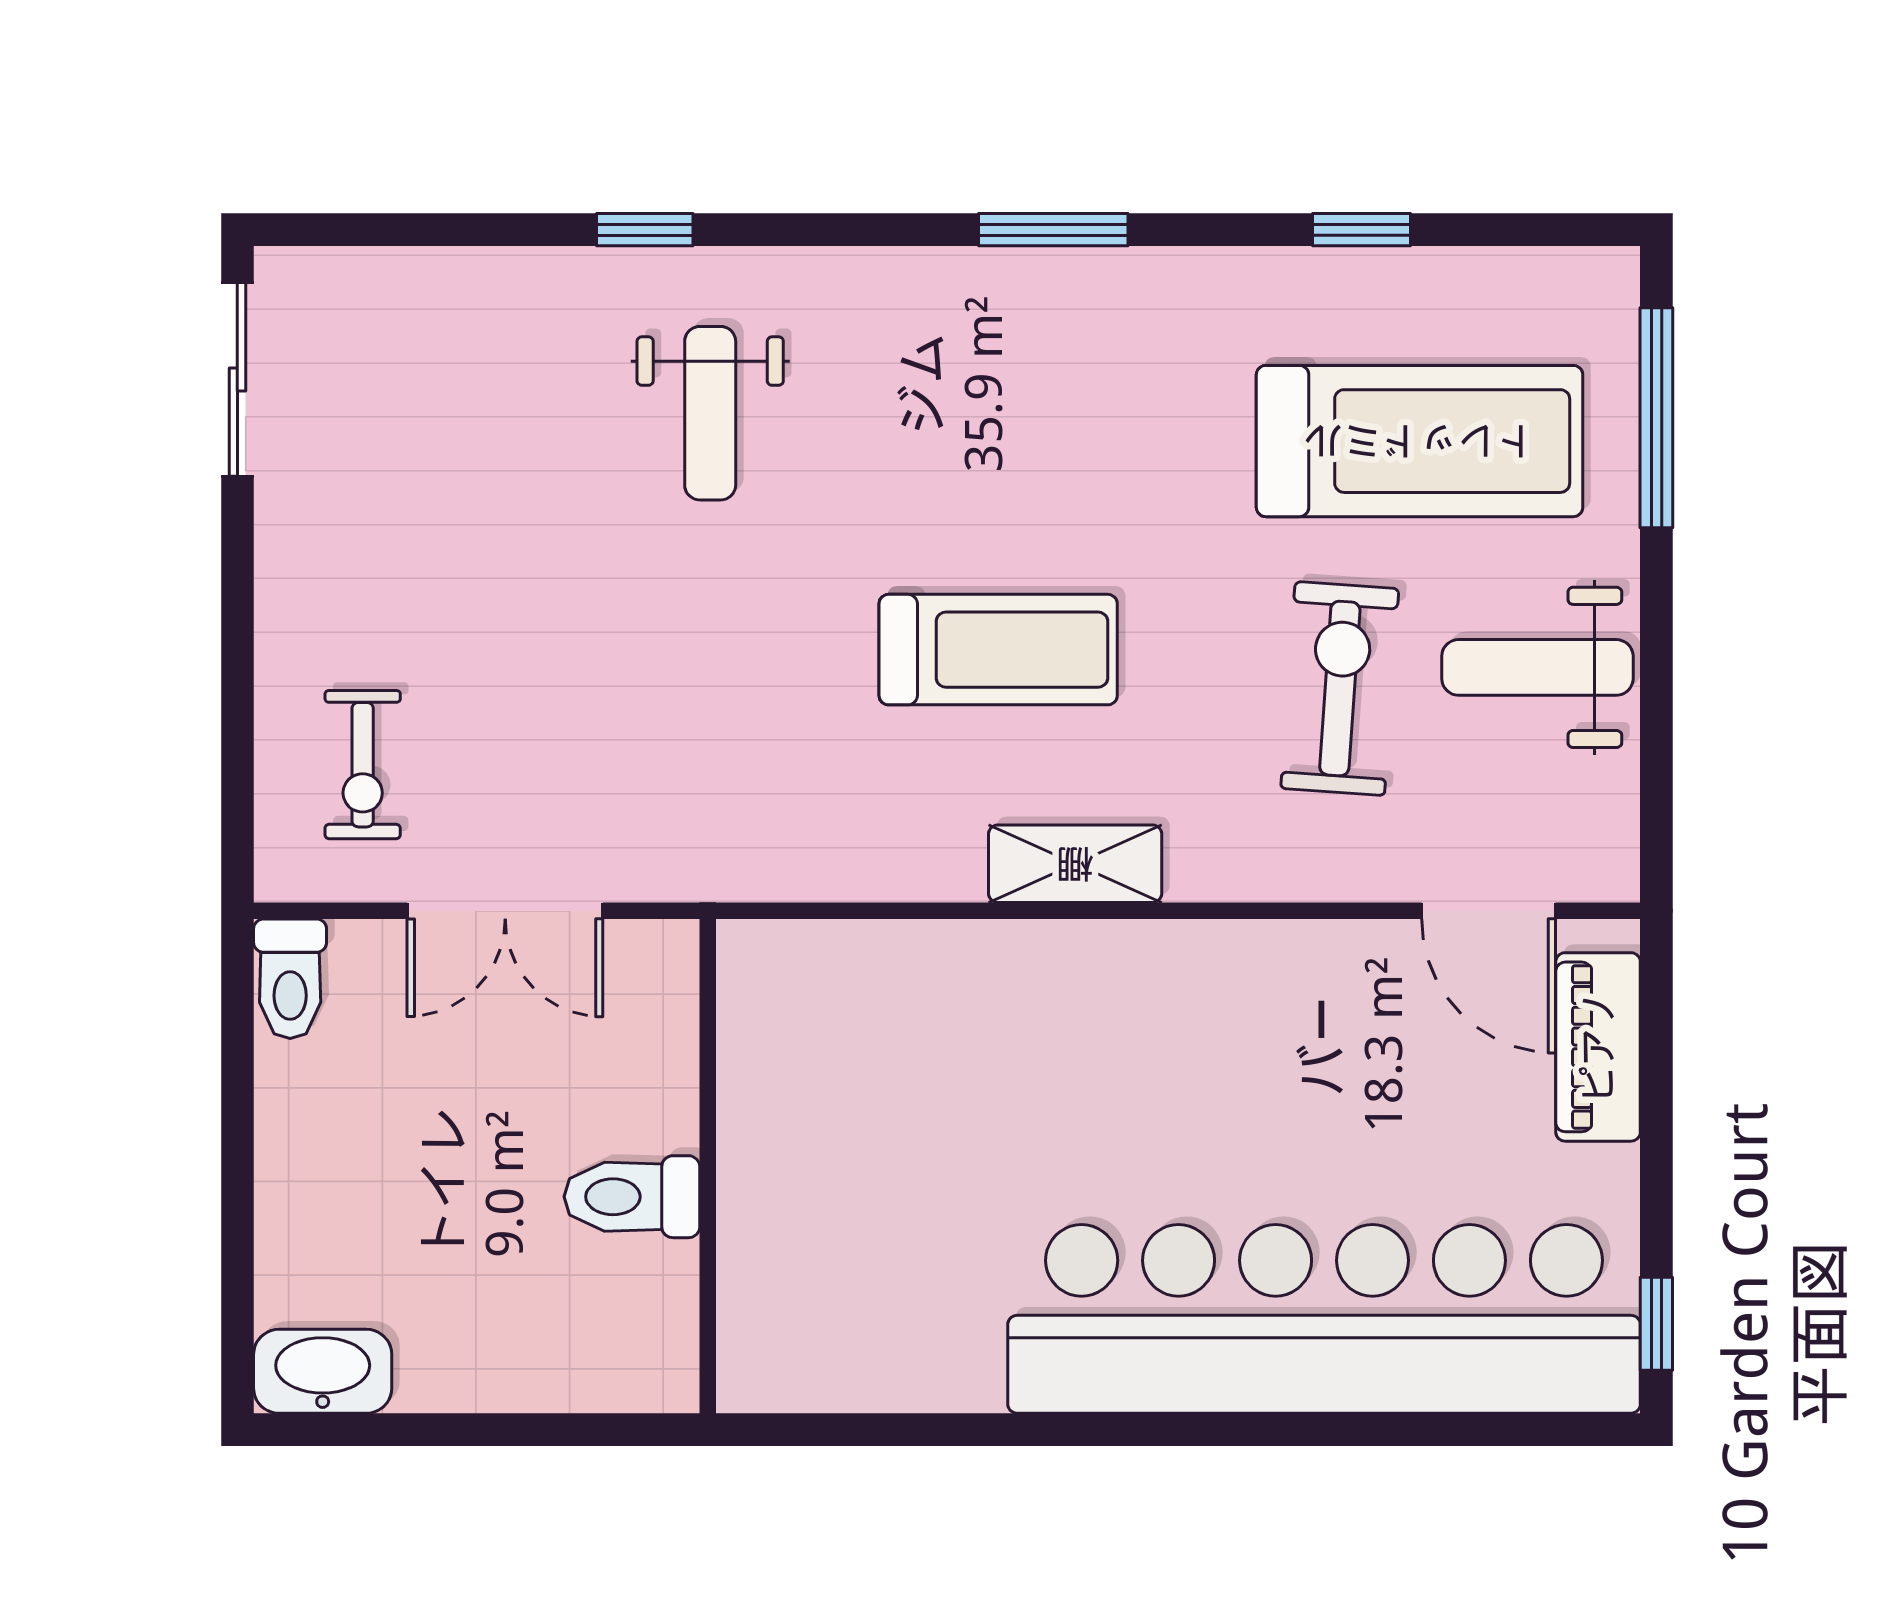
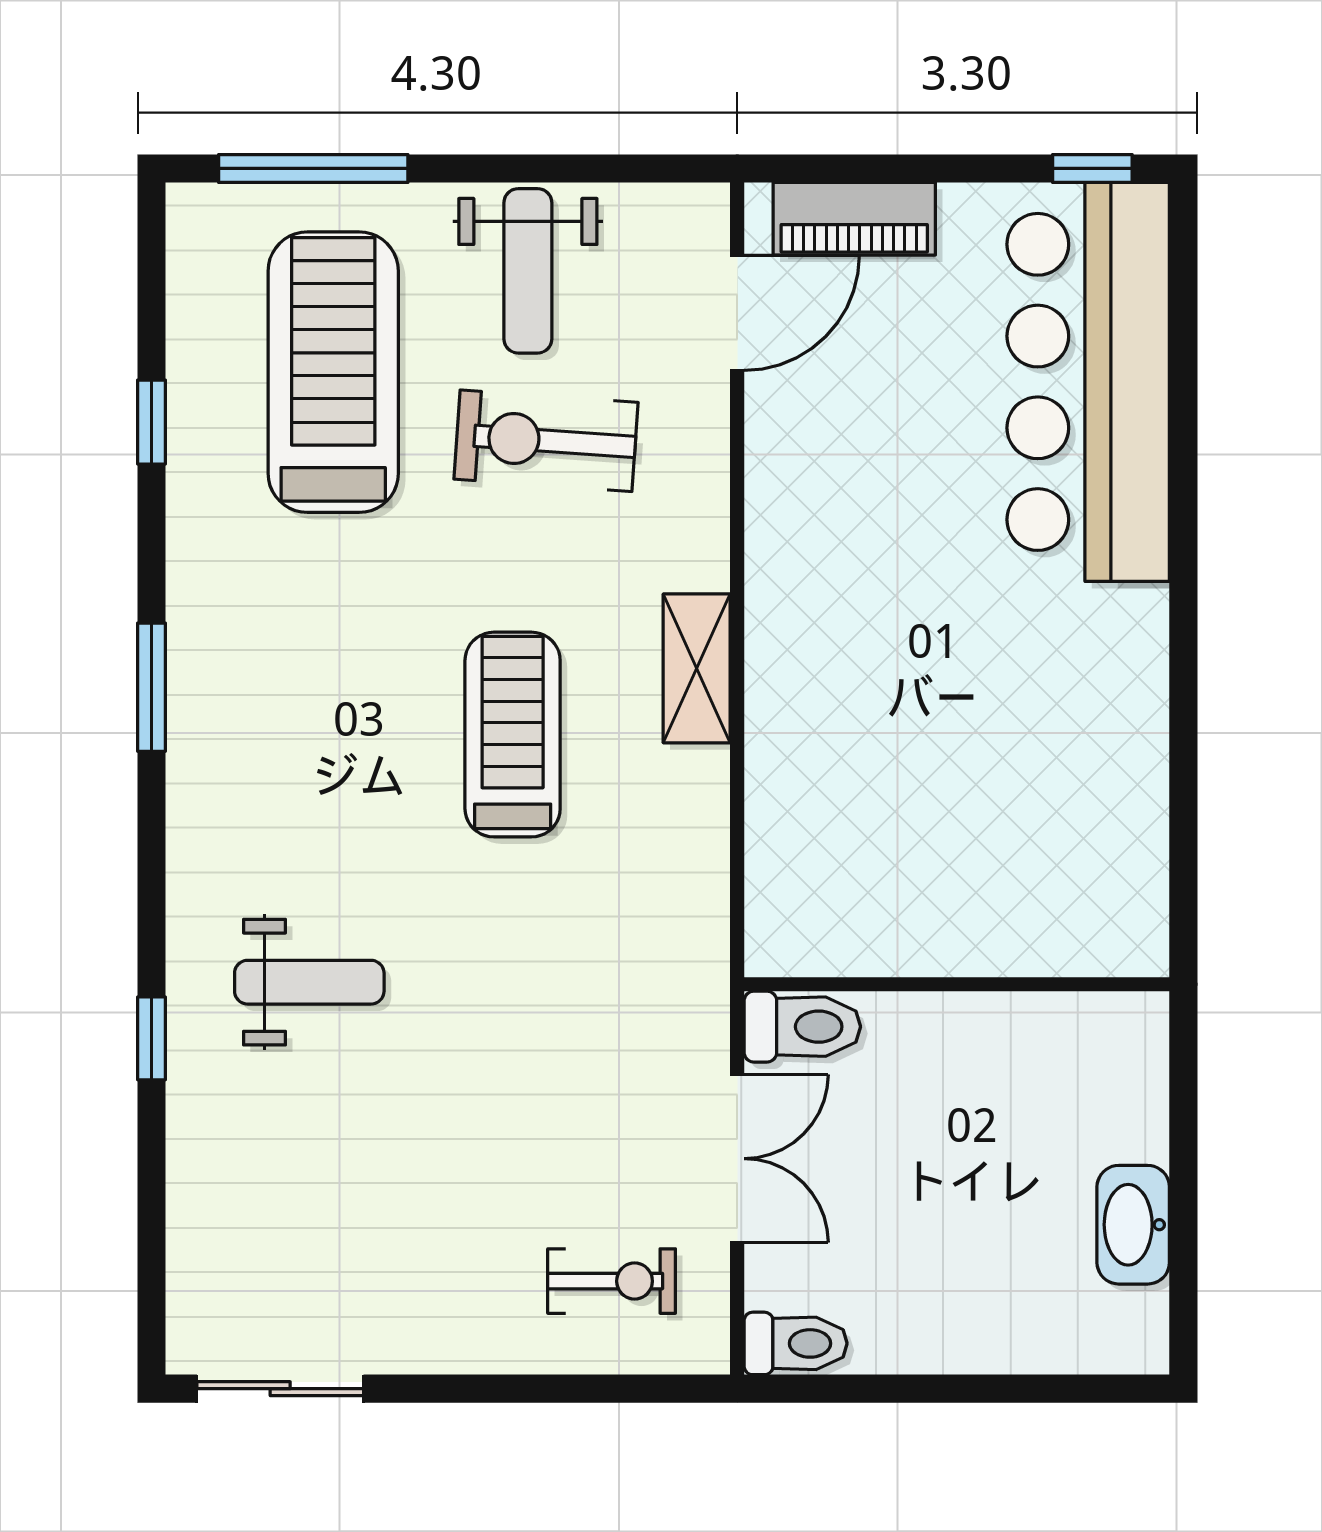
toilet: (632, 1197) -> (802, 1027), moved, turned -90
bar counter: (1324, 1319) -> (1088, 382), width x0.73
washbasin: (323, 1371) -> (1133, 1225), moved

